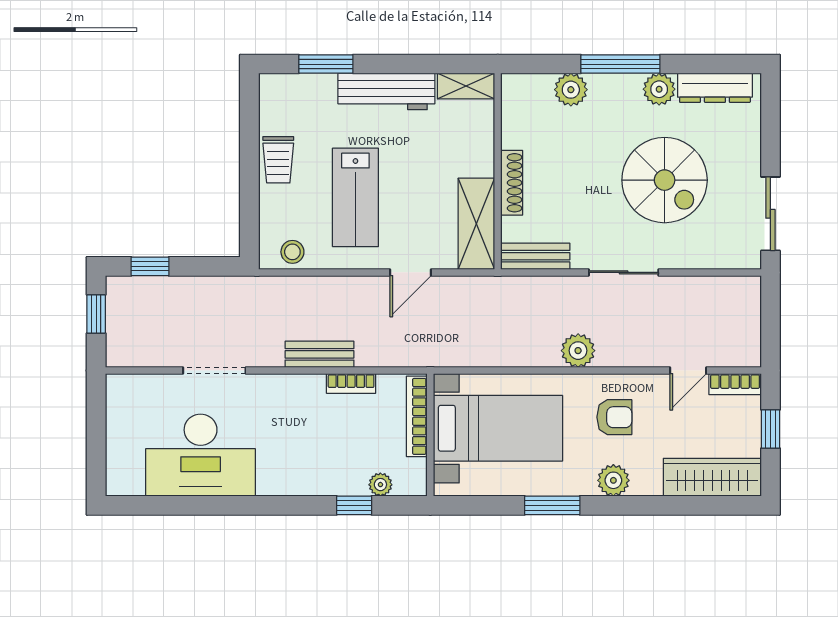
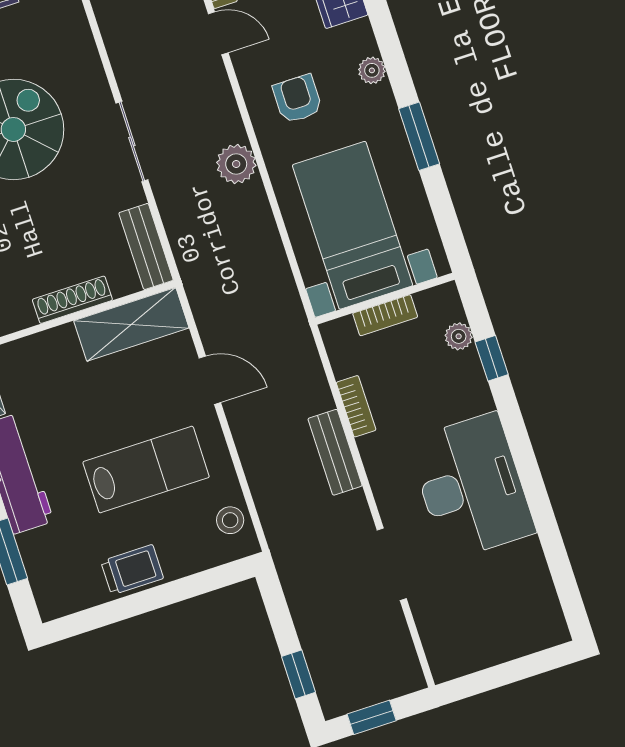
bookcase: (417, 416) -> (385, 315), width x0.64
desk: (201, 455) -> (471, 486), moved
plant: (613, 480) -> (372, 70), width x0.73, depth x0.73

